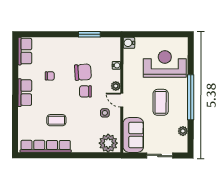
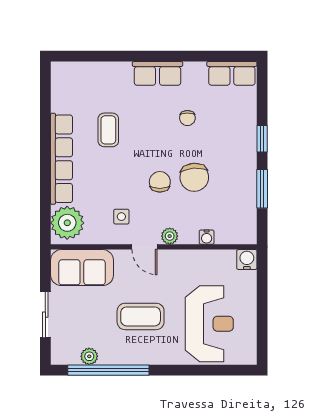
window: (61, 34) -> (262, 139), added
window: (191, 97) -> (108, 370), moved
door: (122, 100) -> (144, 247), swing flipped
row of seats: (46, 146) -> (61, 159), moved

